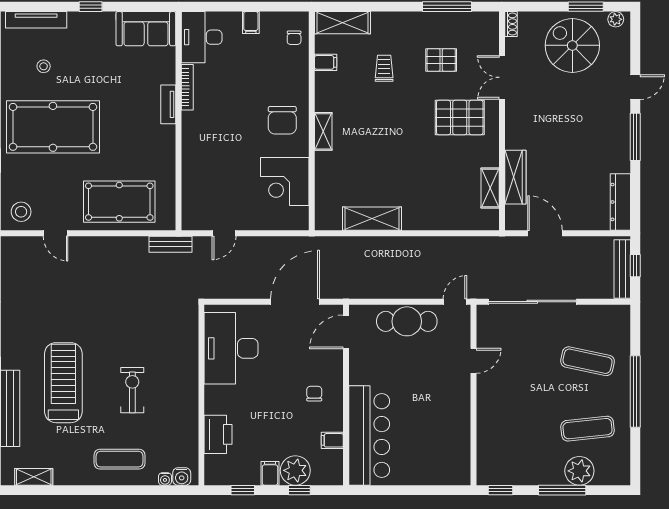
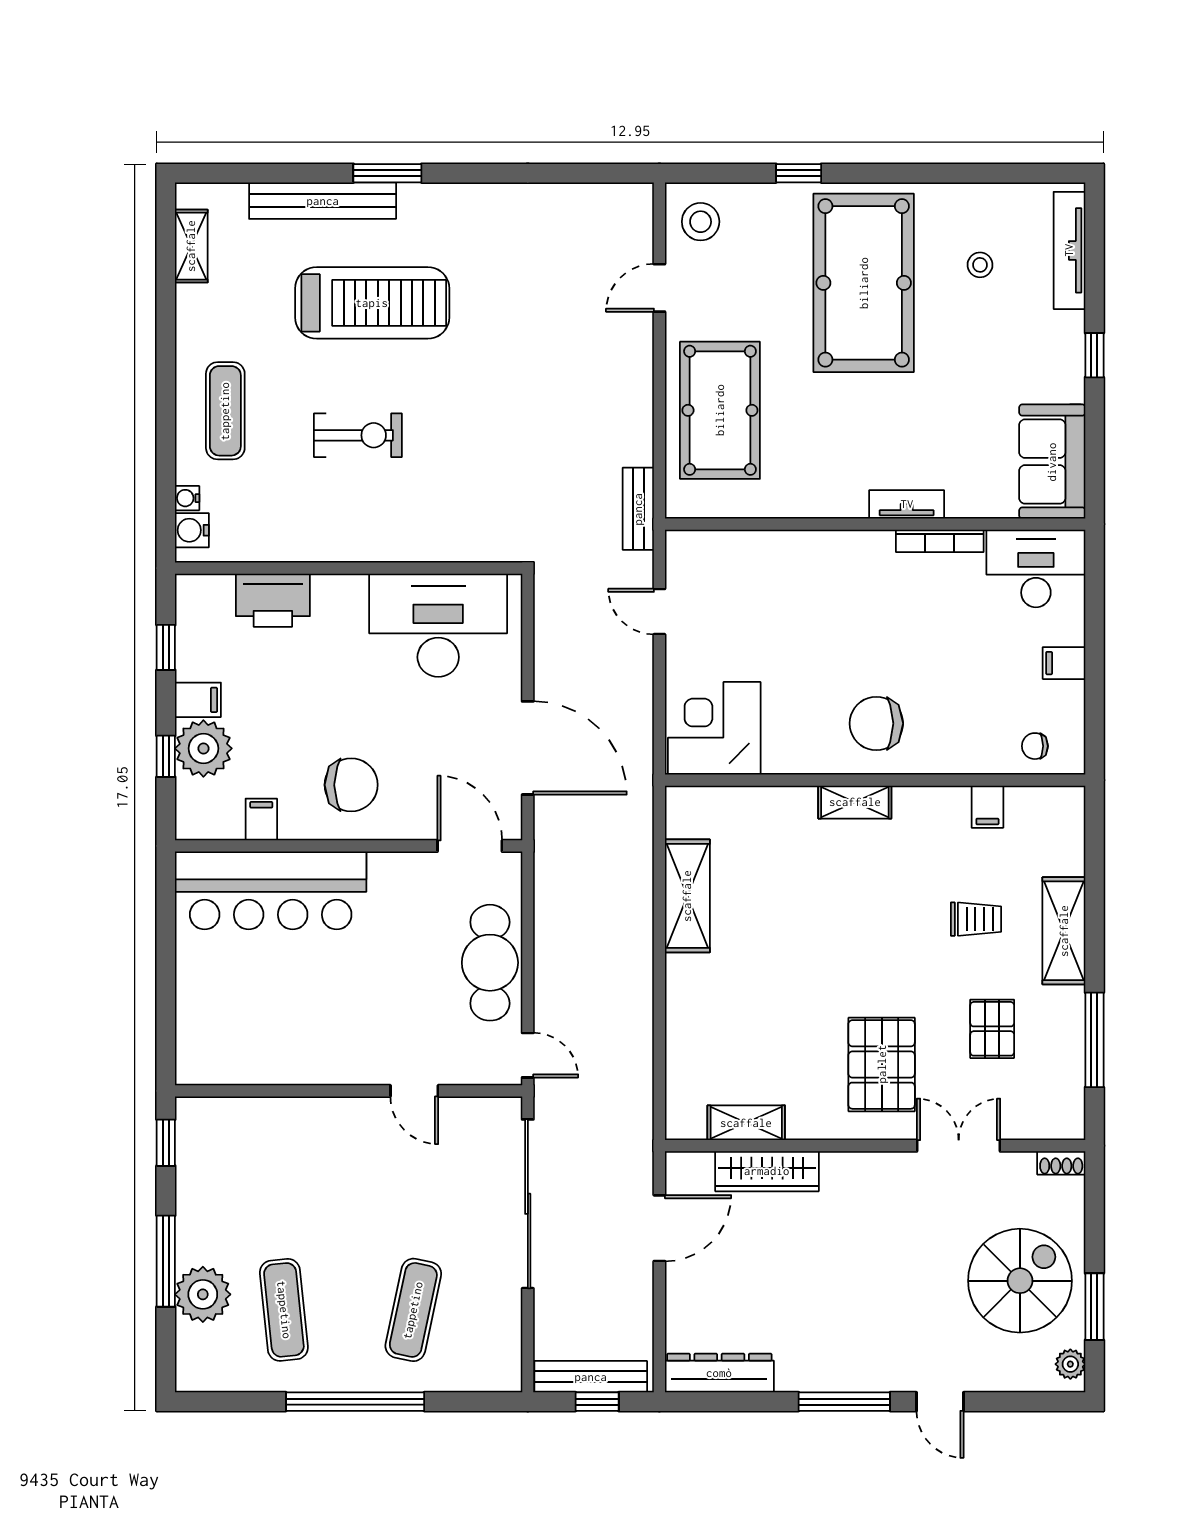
shelving: (342, 23) -> (1064, 931), moved
corner desk: (285, 182) -> (714, 728), moved
chair: (314, 394) -> (351, 785), width x1.87, depth x1.87

